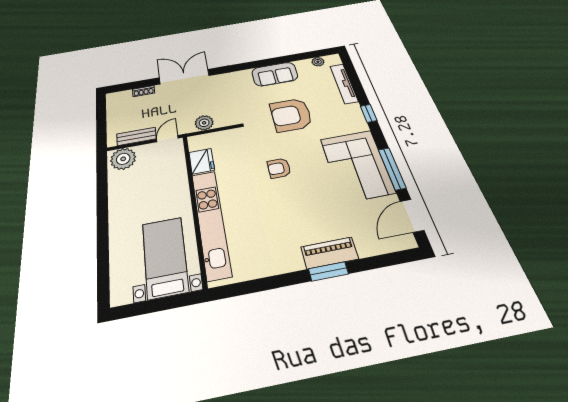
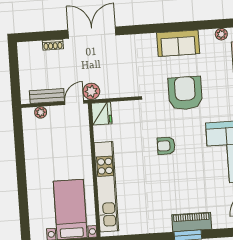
armchair: (291, 115) -> (185, 93), turned 90
plant: (204, 123) -> (91, 91), moved
plant: (123, 159) -> (41, 112), width x0.53, depth x0.53
fridge: (202, 161) -> (102, 113), moved

